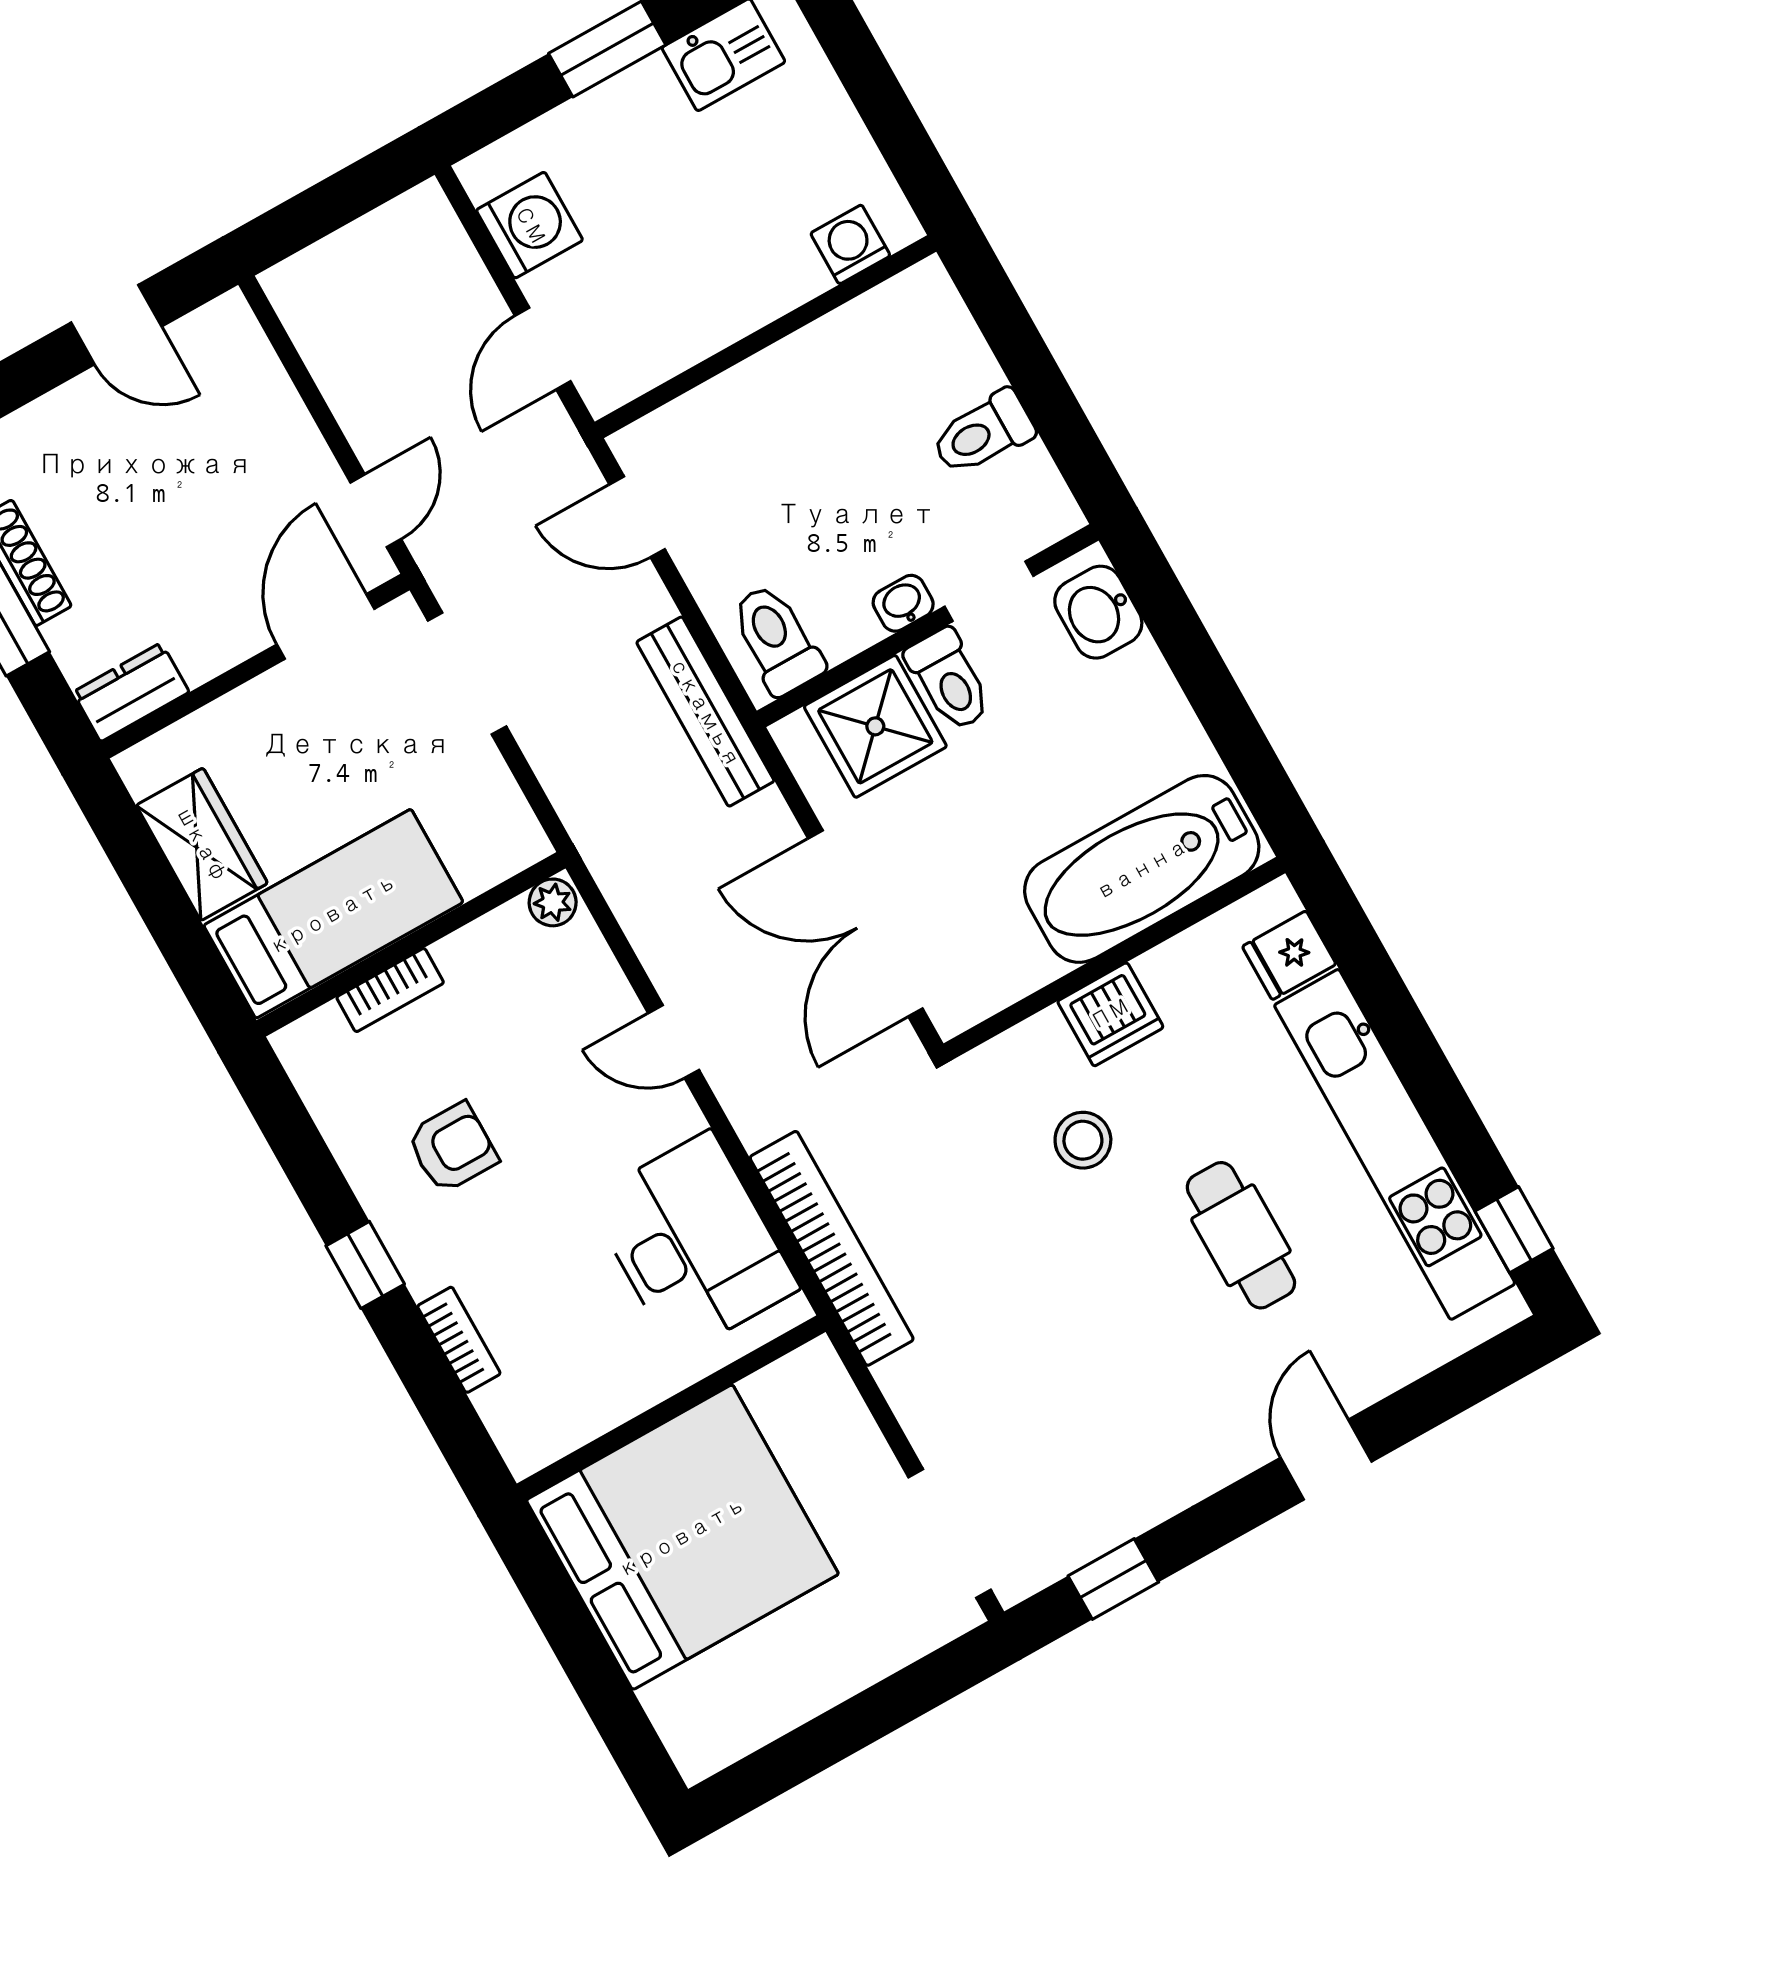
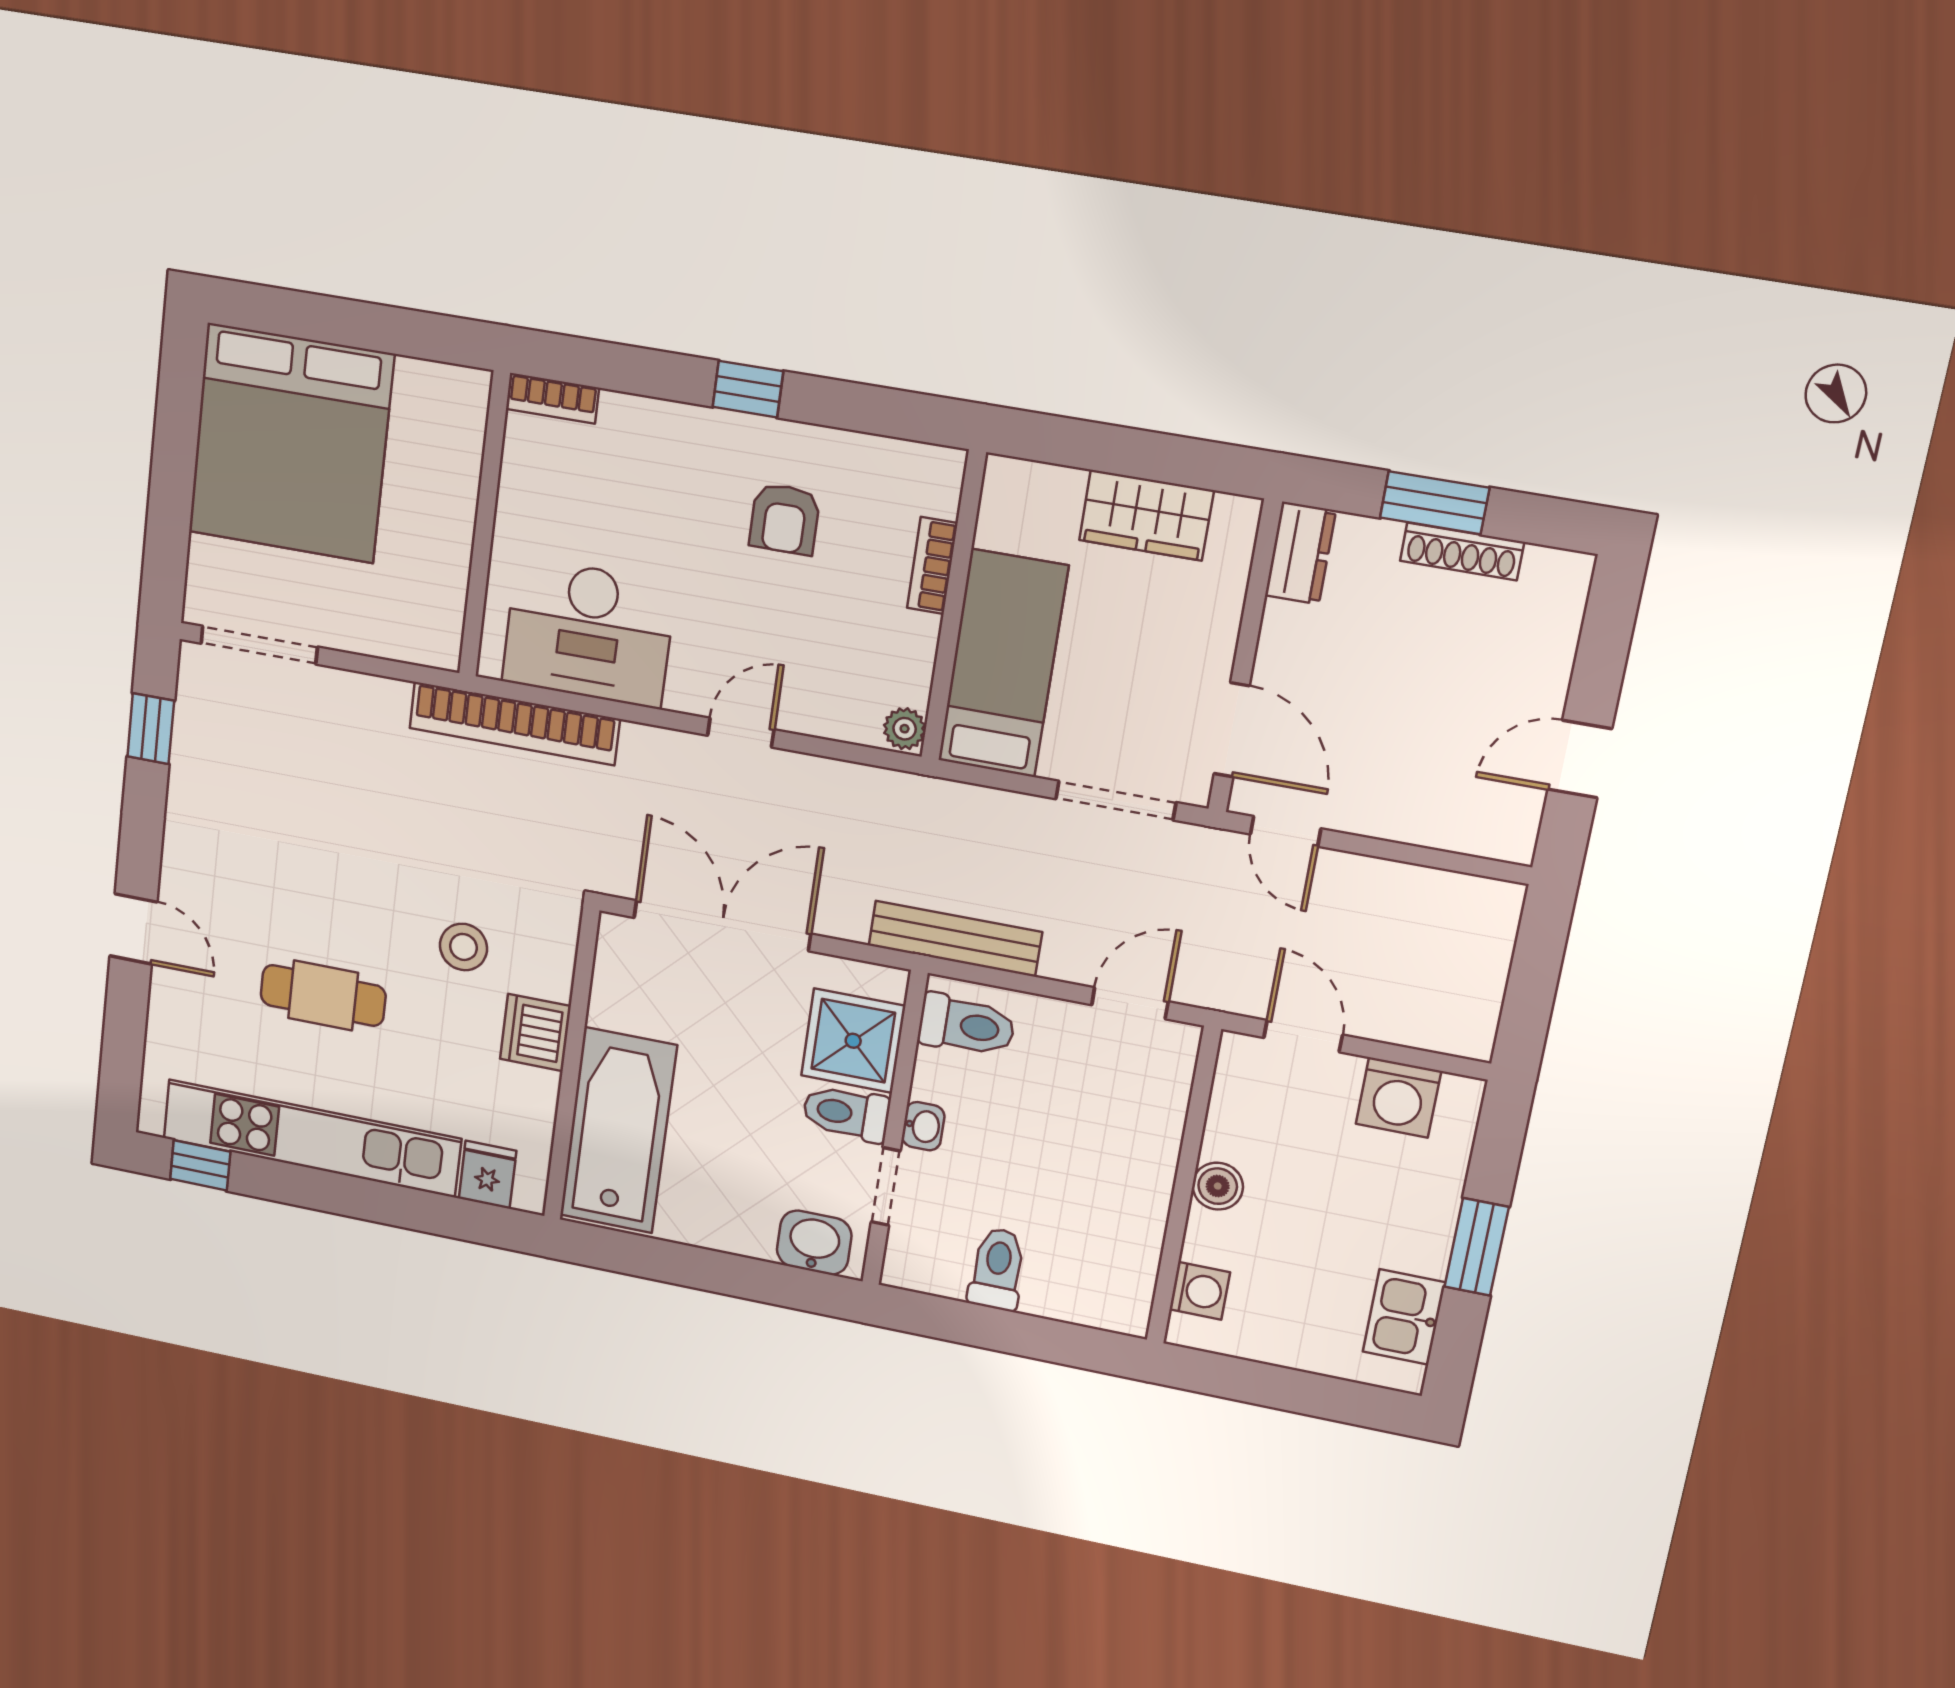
boiler: (740, 308) -> (1218, 1186), added
bed: (333, 914) -> (1003, 664), moved, turned 180
bookcase: (459, 1340) -> (553, 398), moved
bed: (682, 1537) -> (291, 443), moved

